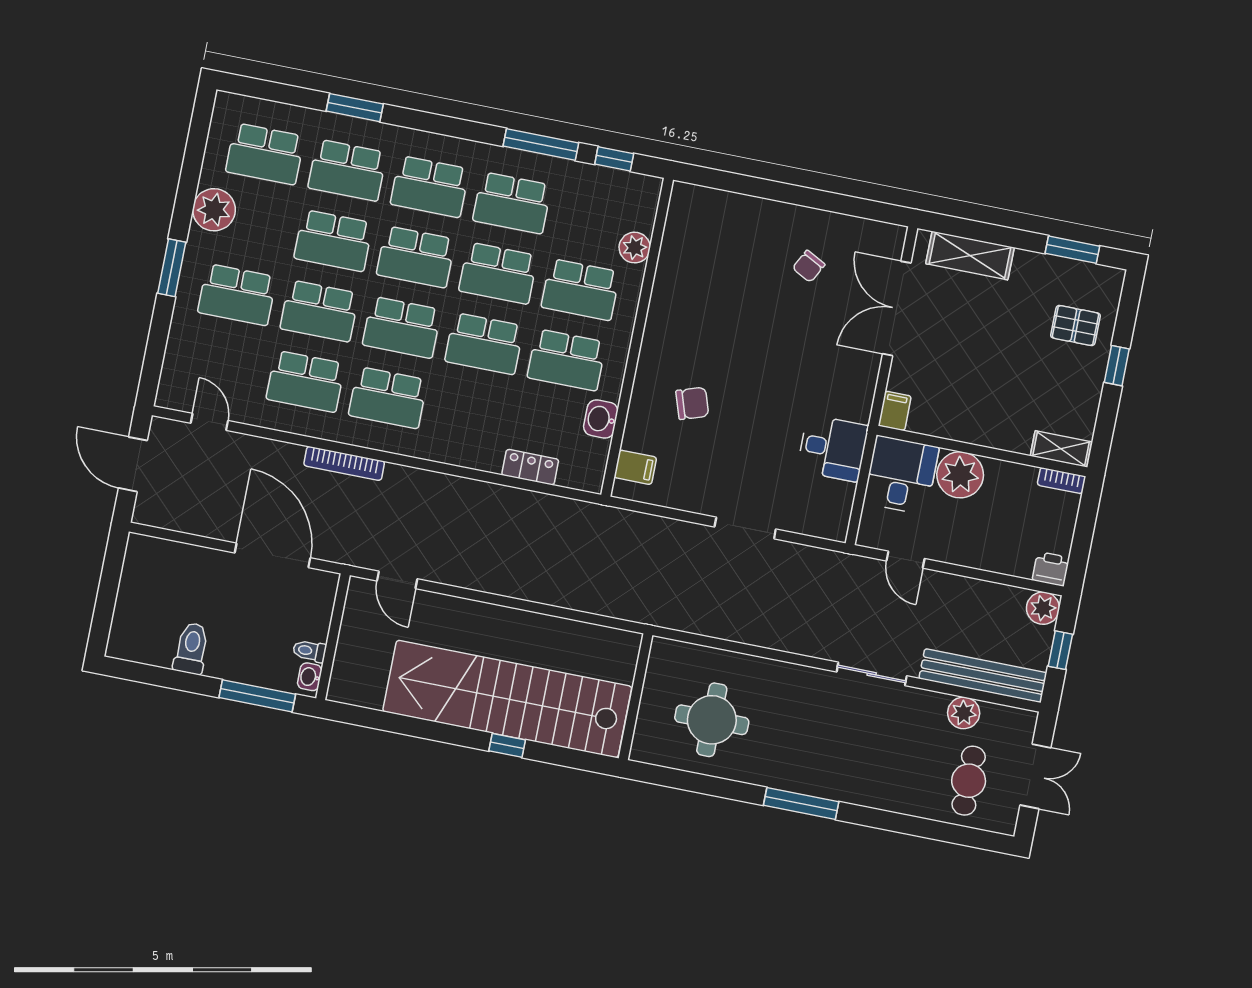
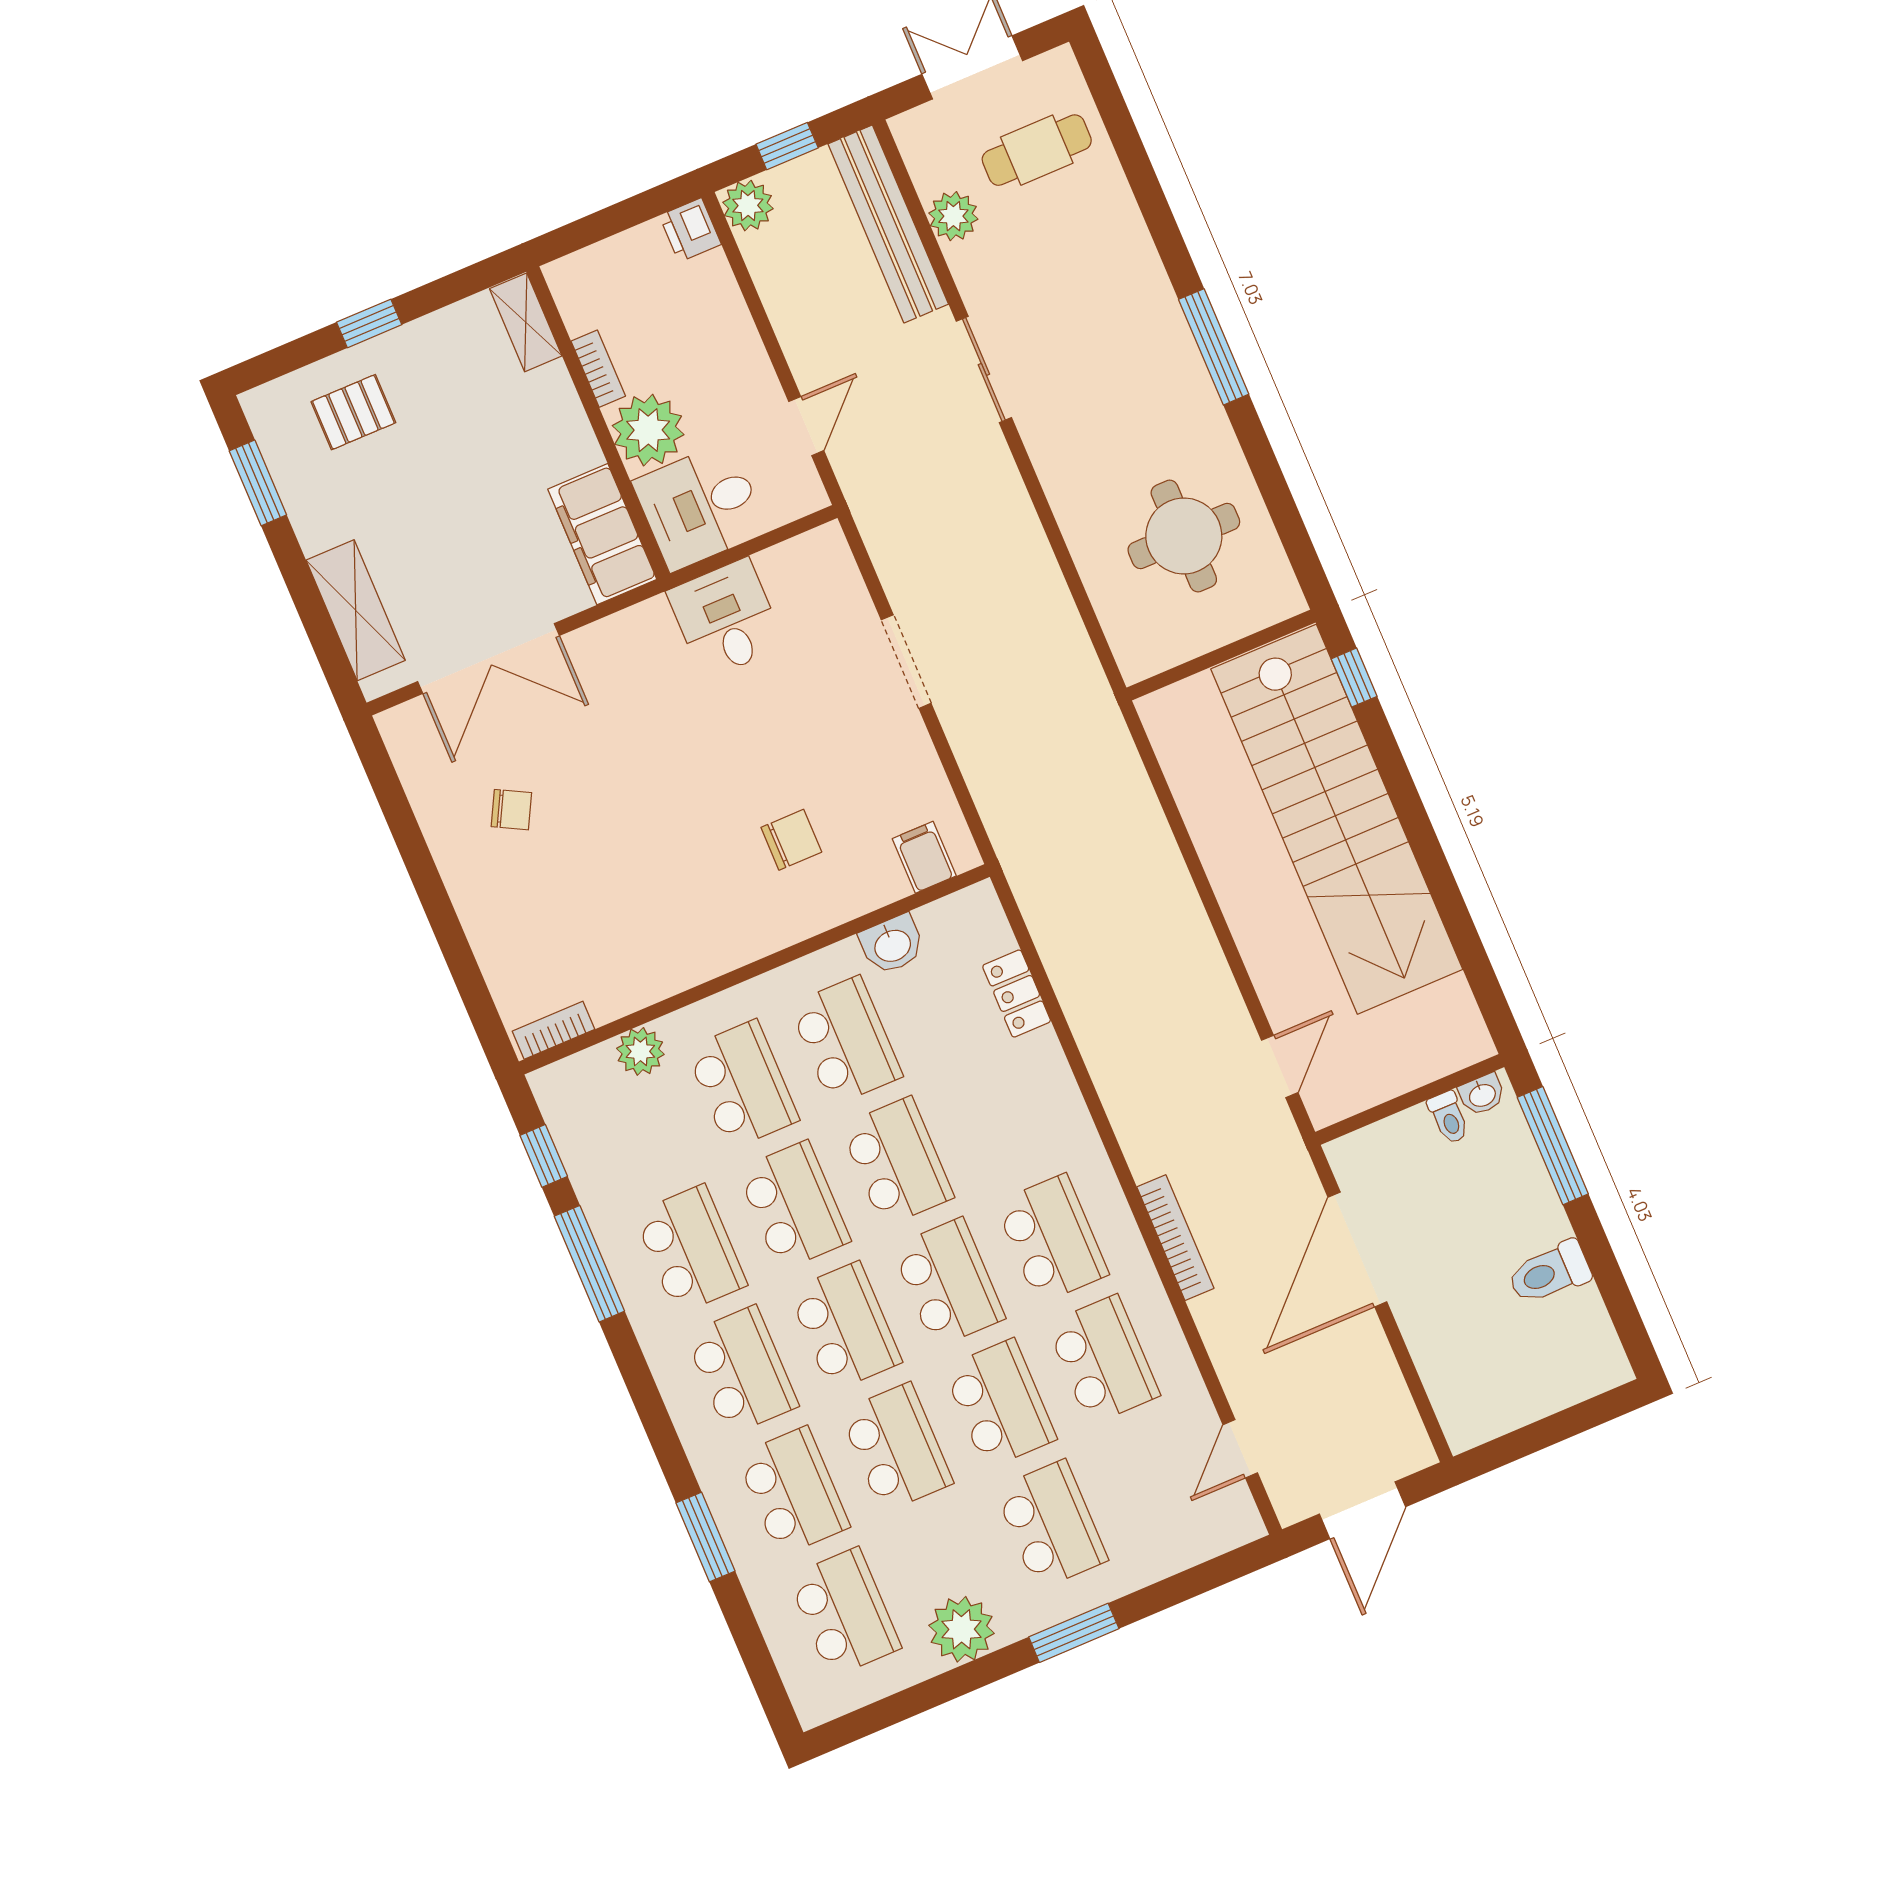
bookcase: (677, 209) -> (554, 1030), added
pallet: (1075, 326) -> (353, 412), turned 90
chair: (692, 403) -> (791, 840), turned 108
filing cabinet: (895, 411) -> (602, 534), width x3.00, depth x1.17
bookcase: (1061, 481) -> (598, 369), moved
window: (507, 745) -> (1354, 678), moved

